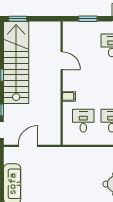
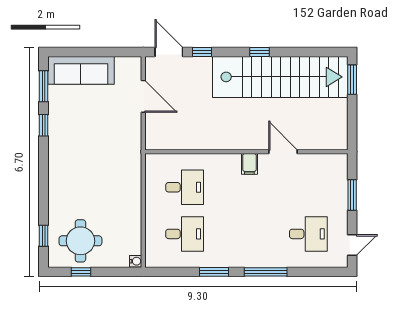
door: (62, 61) -> (283, 152), swing flipped
filing cabinet: (69, 96) -> (249, 164), moved

